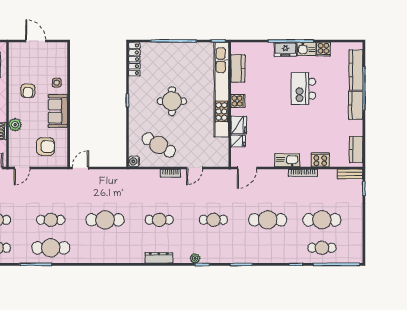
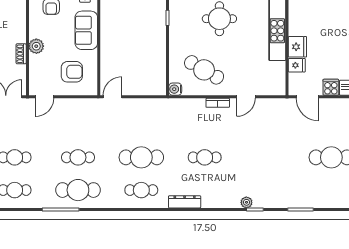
cooker: (238, 101) -> (331, 87), moved, turned -90
door: (247, 168) -> (307, 97), hinge flipped
cafe table: (213, 220) -> (141, 190), moved
dresser: (159, 258) -> (185, 202), moved

